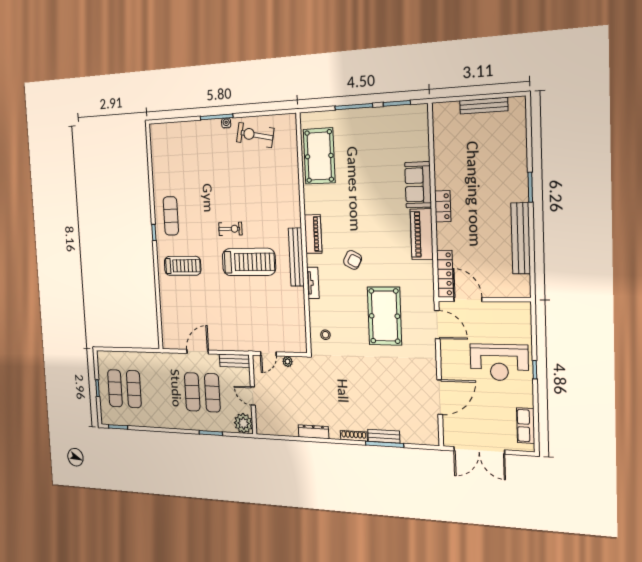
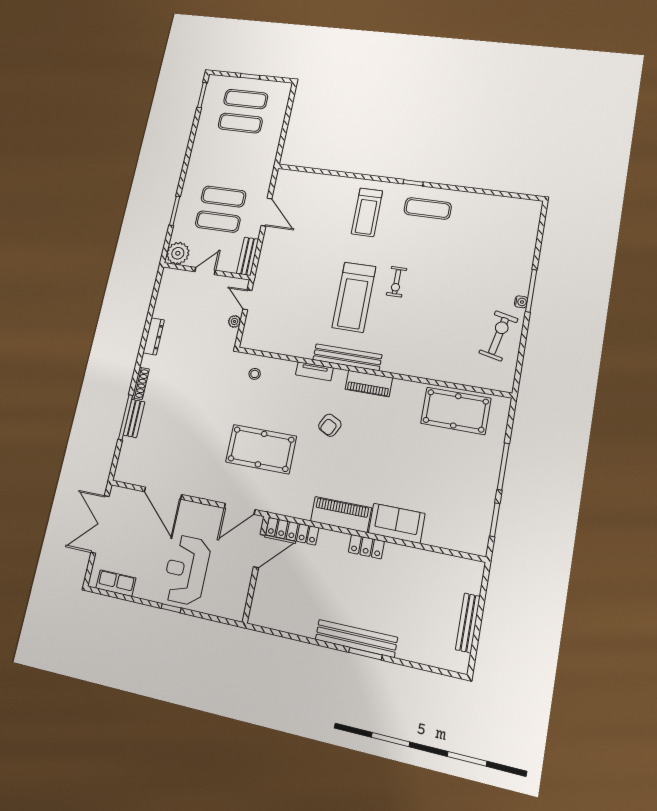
bench: (521, 238) -> (356, 638), moved

